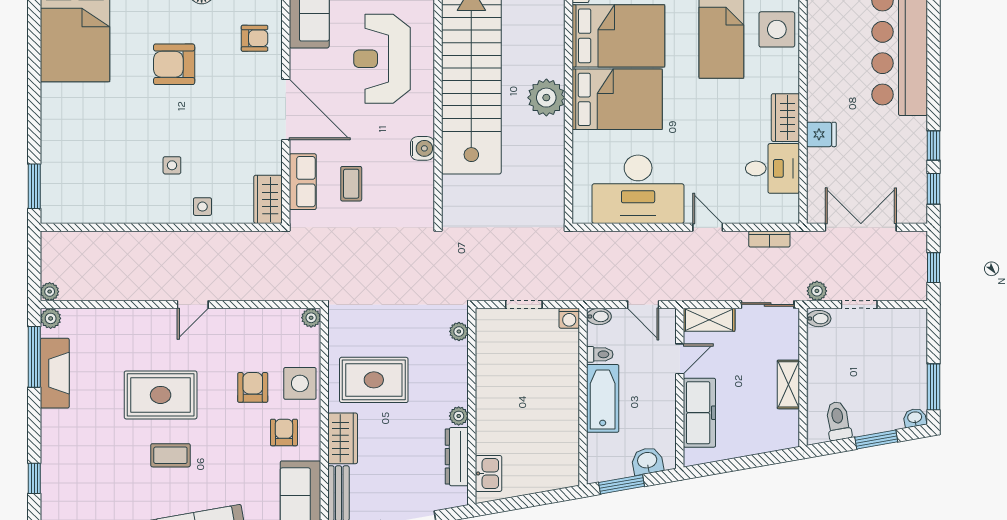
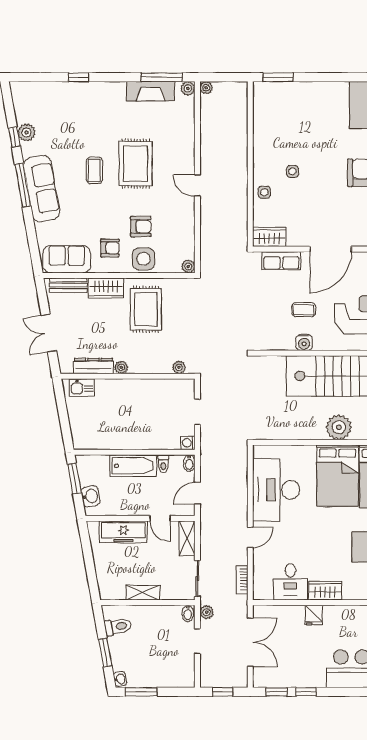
coffee table: (351, 184) -> (304, 310), moved

